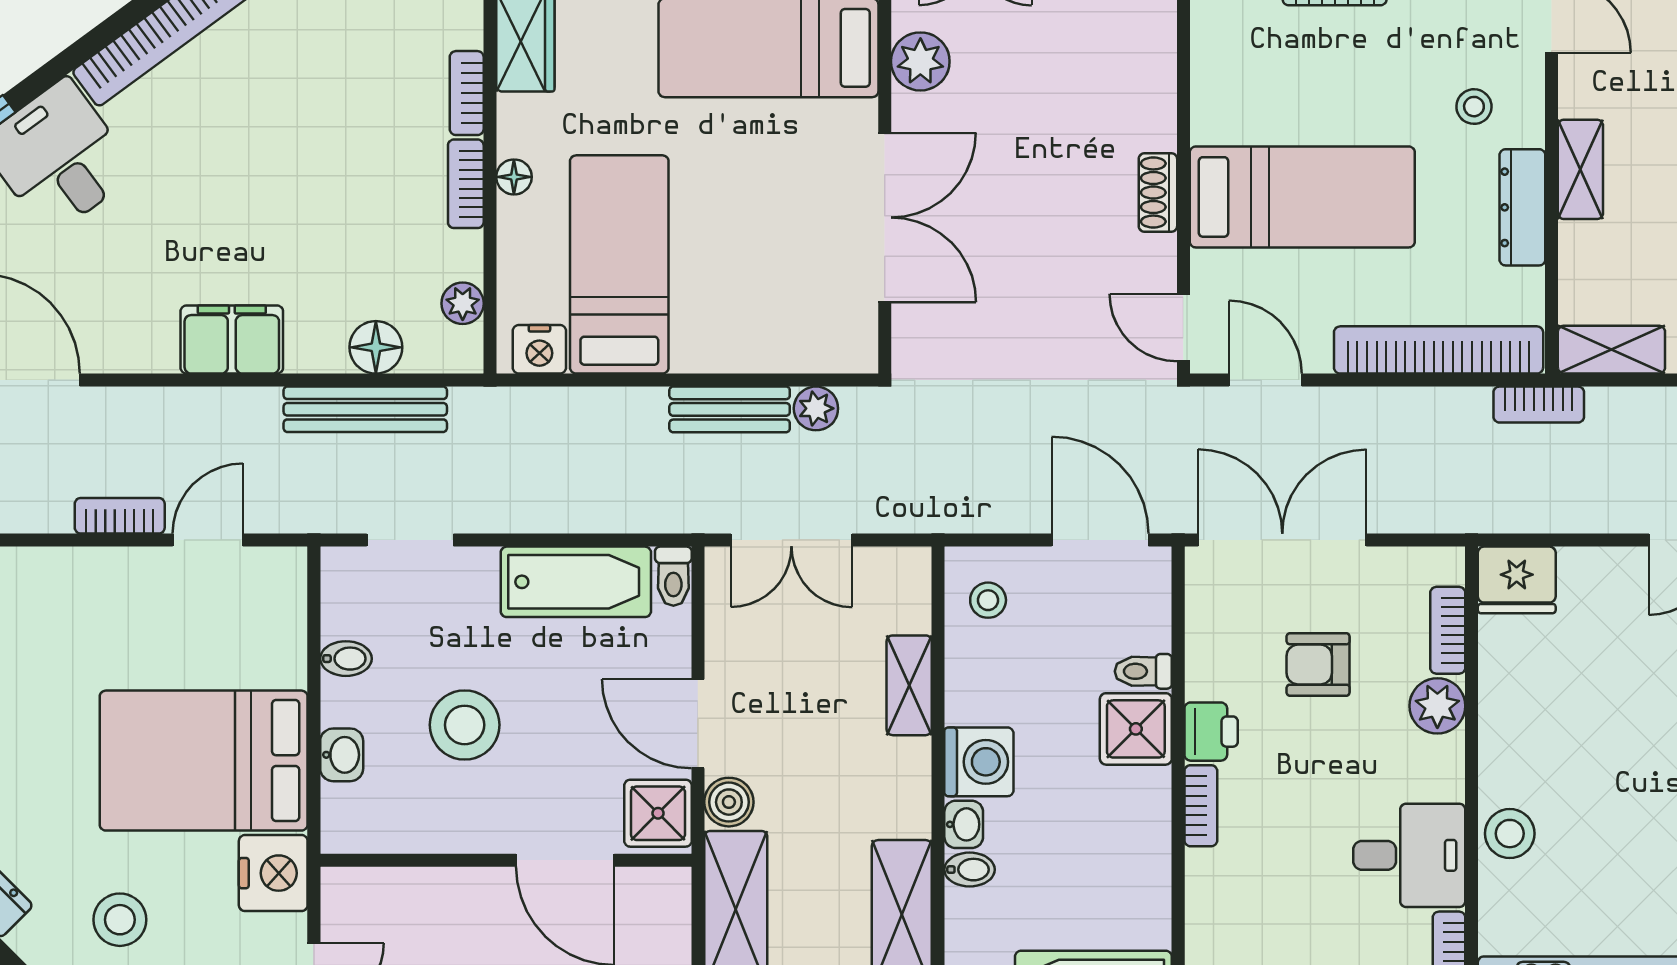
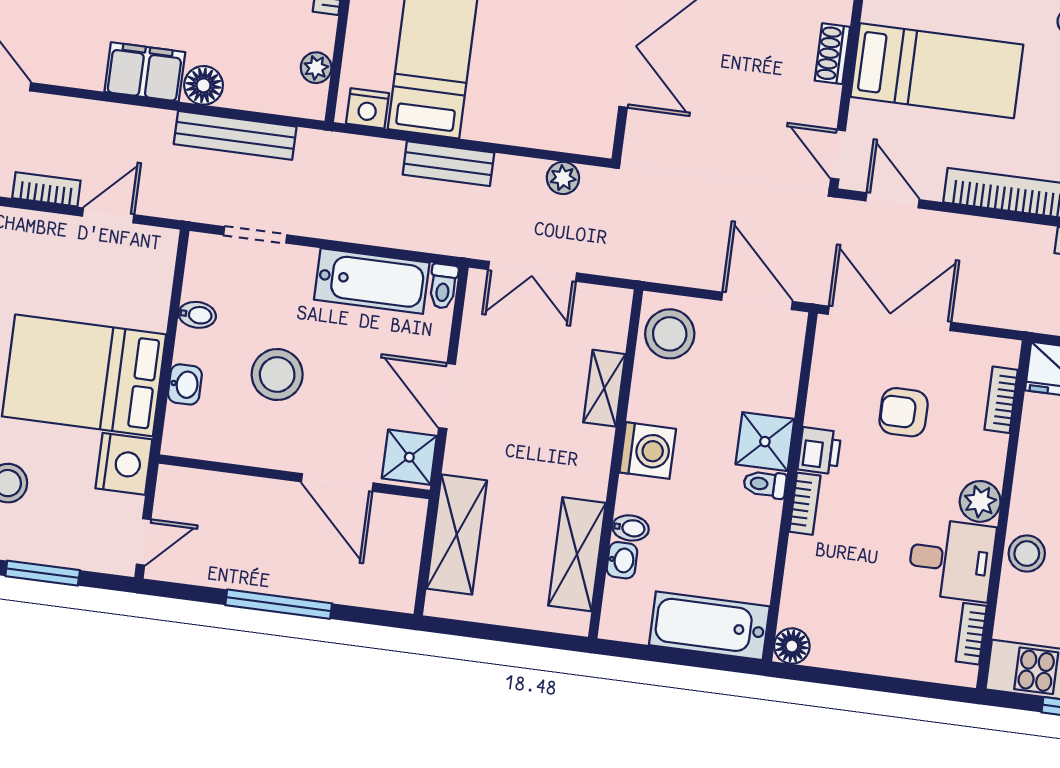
floor lamp: (376, 347) -> (204, 85), moved
bench: (730, 409) -> (448, 164), moved
stool: (988, 600) -> (670, 334), width x1.89, depth x1.89
toilet: (1143, 671) -> (765, 484), moved
plant: (1437, 706) -> (980, 501), moved
boiler: (729, 802) -> (462, 456), removed
washbasin: (964, 824) -> (622, 560), moved

